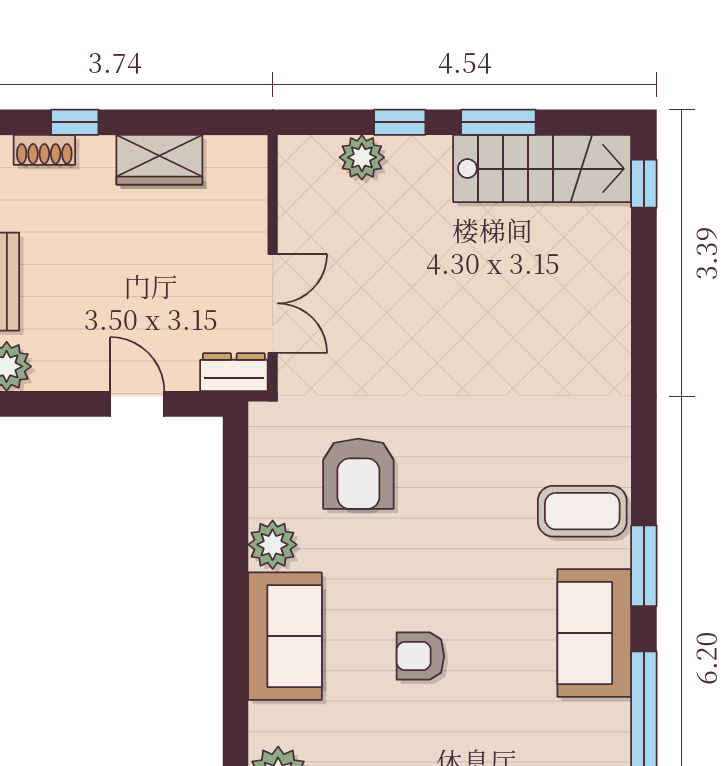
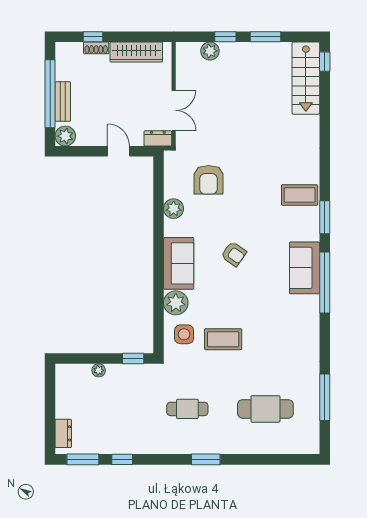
shoe rack: (44, 150) -> (96, 48), moved
wardrobe: (159, 160) -> (136, 52), width x1.50
stairs: (542, 169) -> (306, 78), moved, turned 90
sofa: (594, 633) -> (305, 268), moved
sofa: (285, 636) -> (179, 263), moved
armchair: (420, 656) -> (234, 254), turned -145

